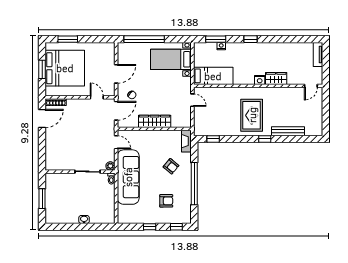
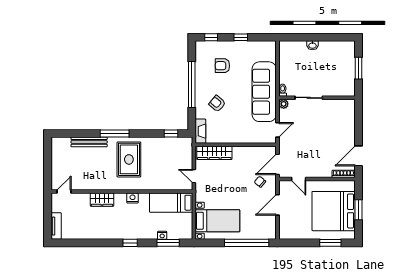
nightstand: (260, 80) -> (133, 198), moved
wardrobe: (155, 121) -> (214, 153), moved
window: (265, 139) -> (115, 133), width x2.17
door: (116, 142) -> (277, 130), swing flipped

